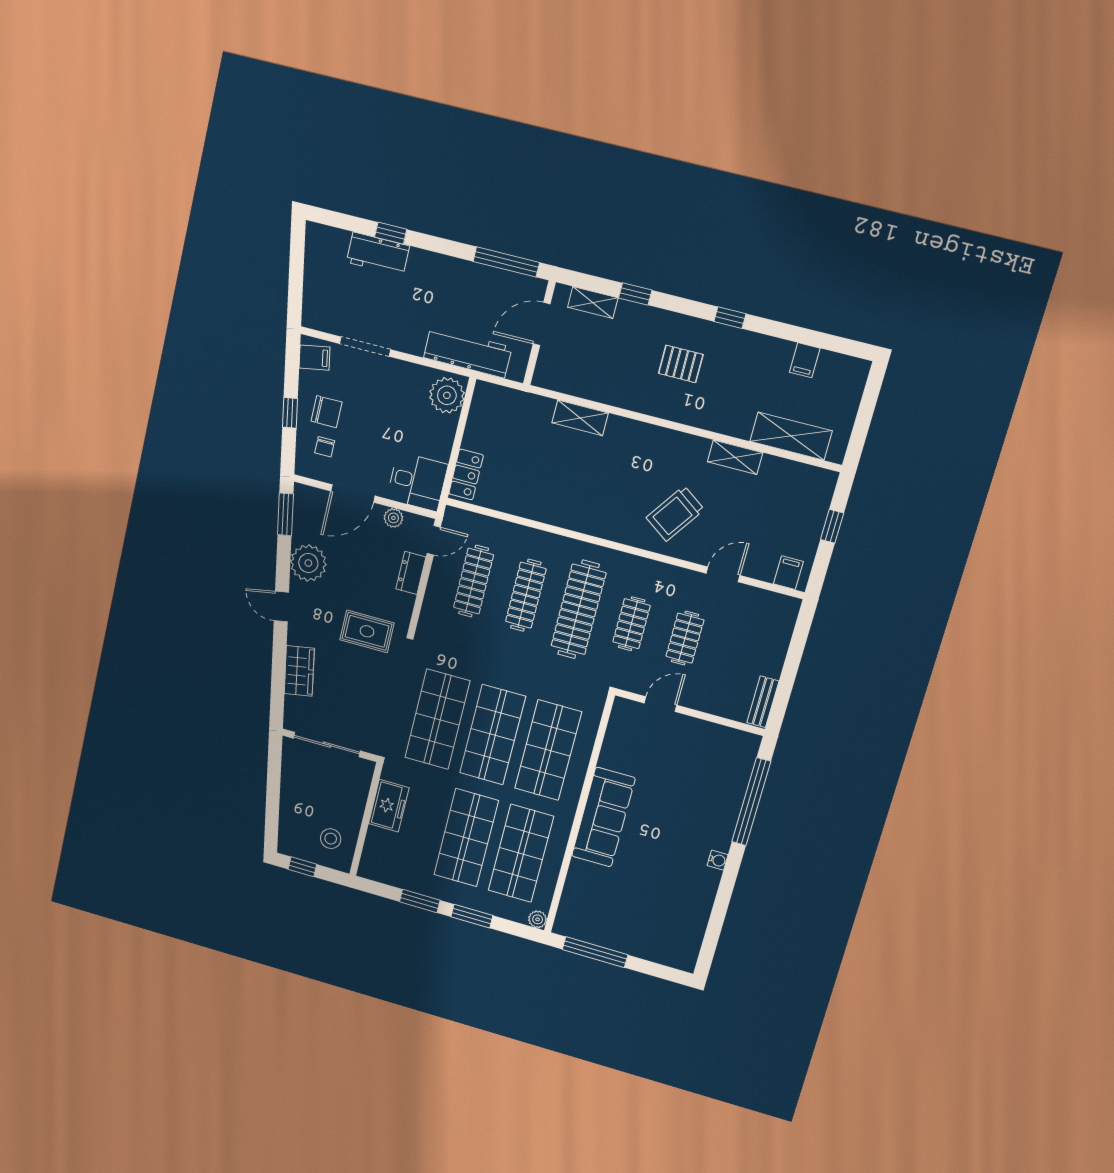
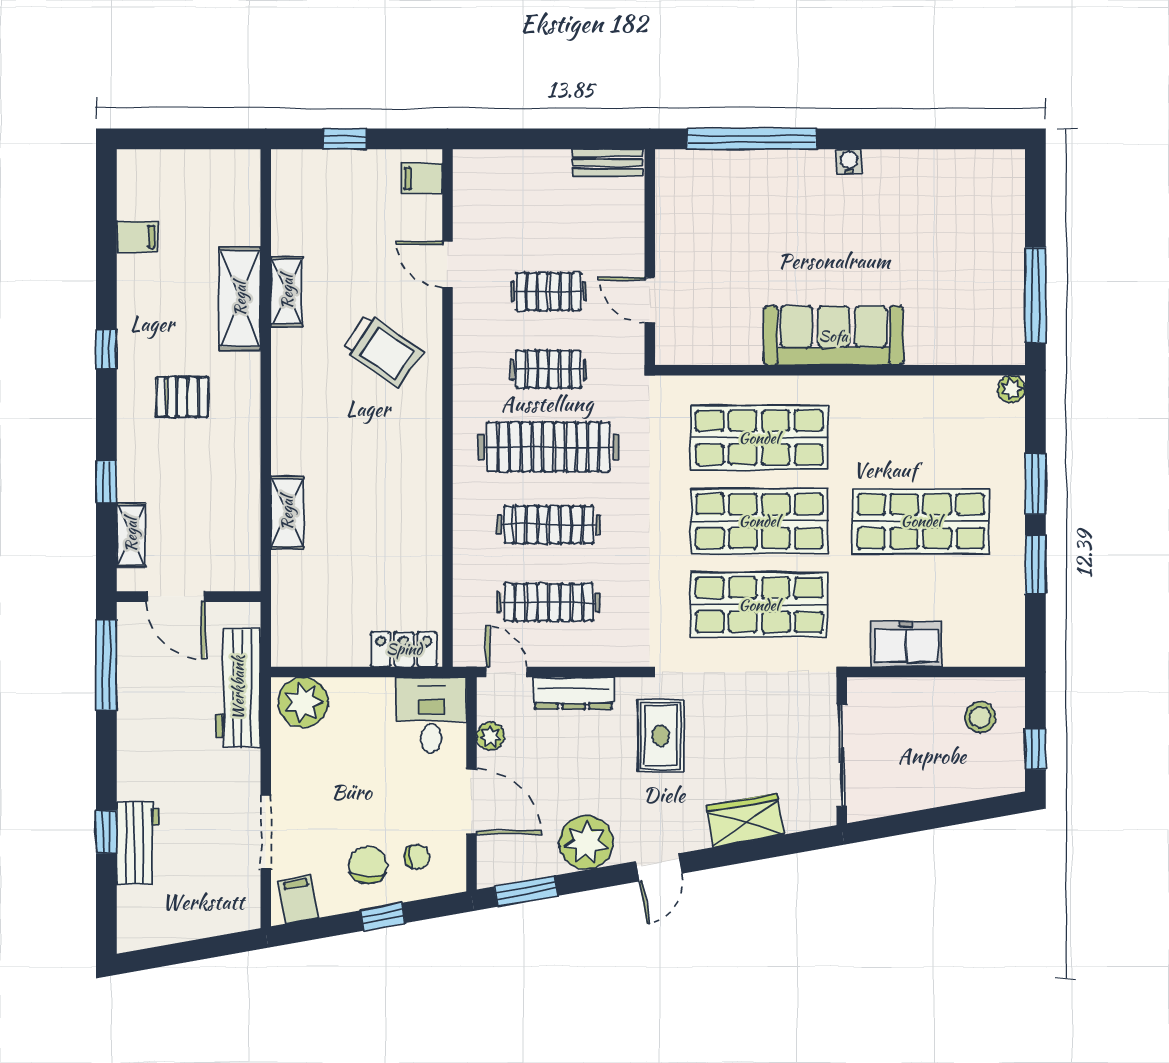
pallet: (681, 364) -> (182, 397), turned 90
shelving: (791, 436) -> (240, 299), moved
dresser: (411, 573) -> (573, 693), width x1.44
shop shelf: (521, 853) -> (921, 438), removed

